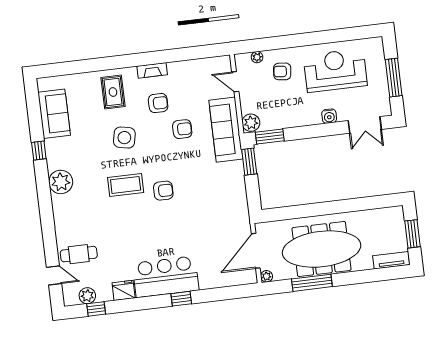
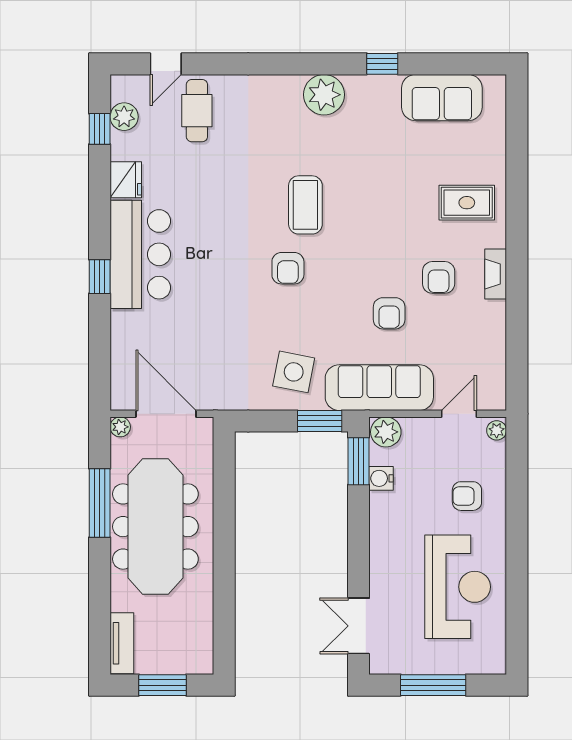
plant: (257, 57) -> (497, 430), moved
armchair: (282, 71) -> (467, 496), turned -96
water cooler: (329, 116) -> (381, 478), moved
side table: (124, 138) -> (294, 372), moved

